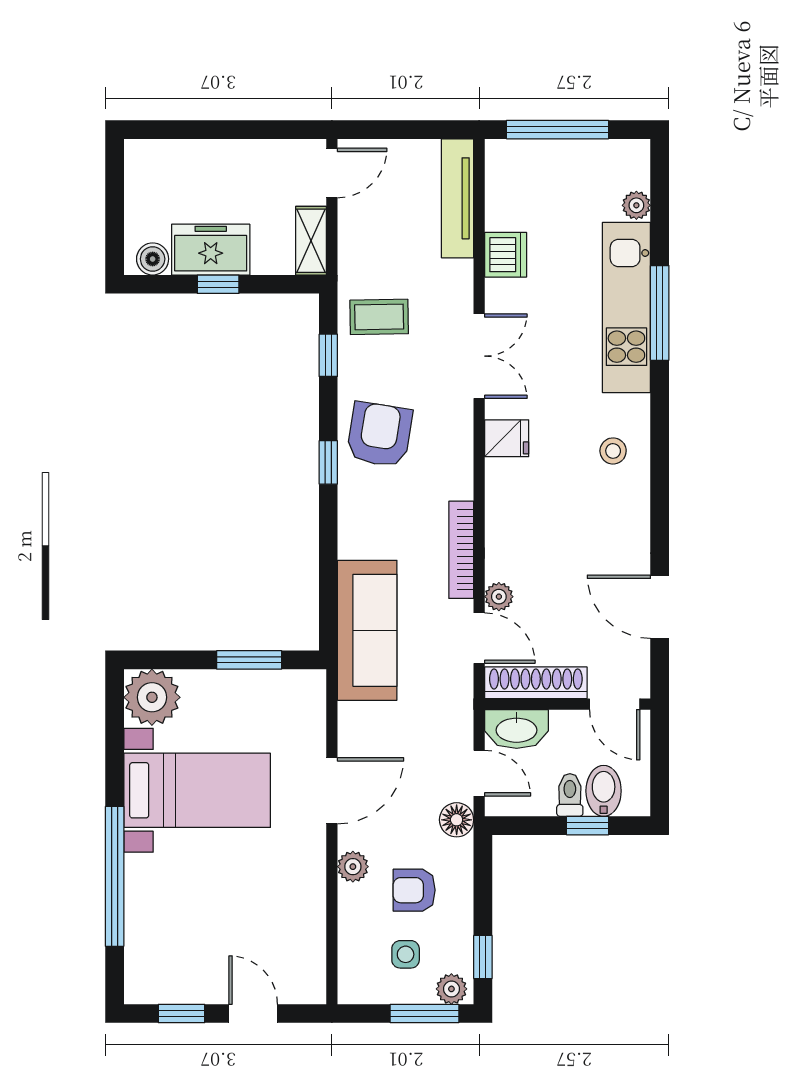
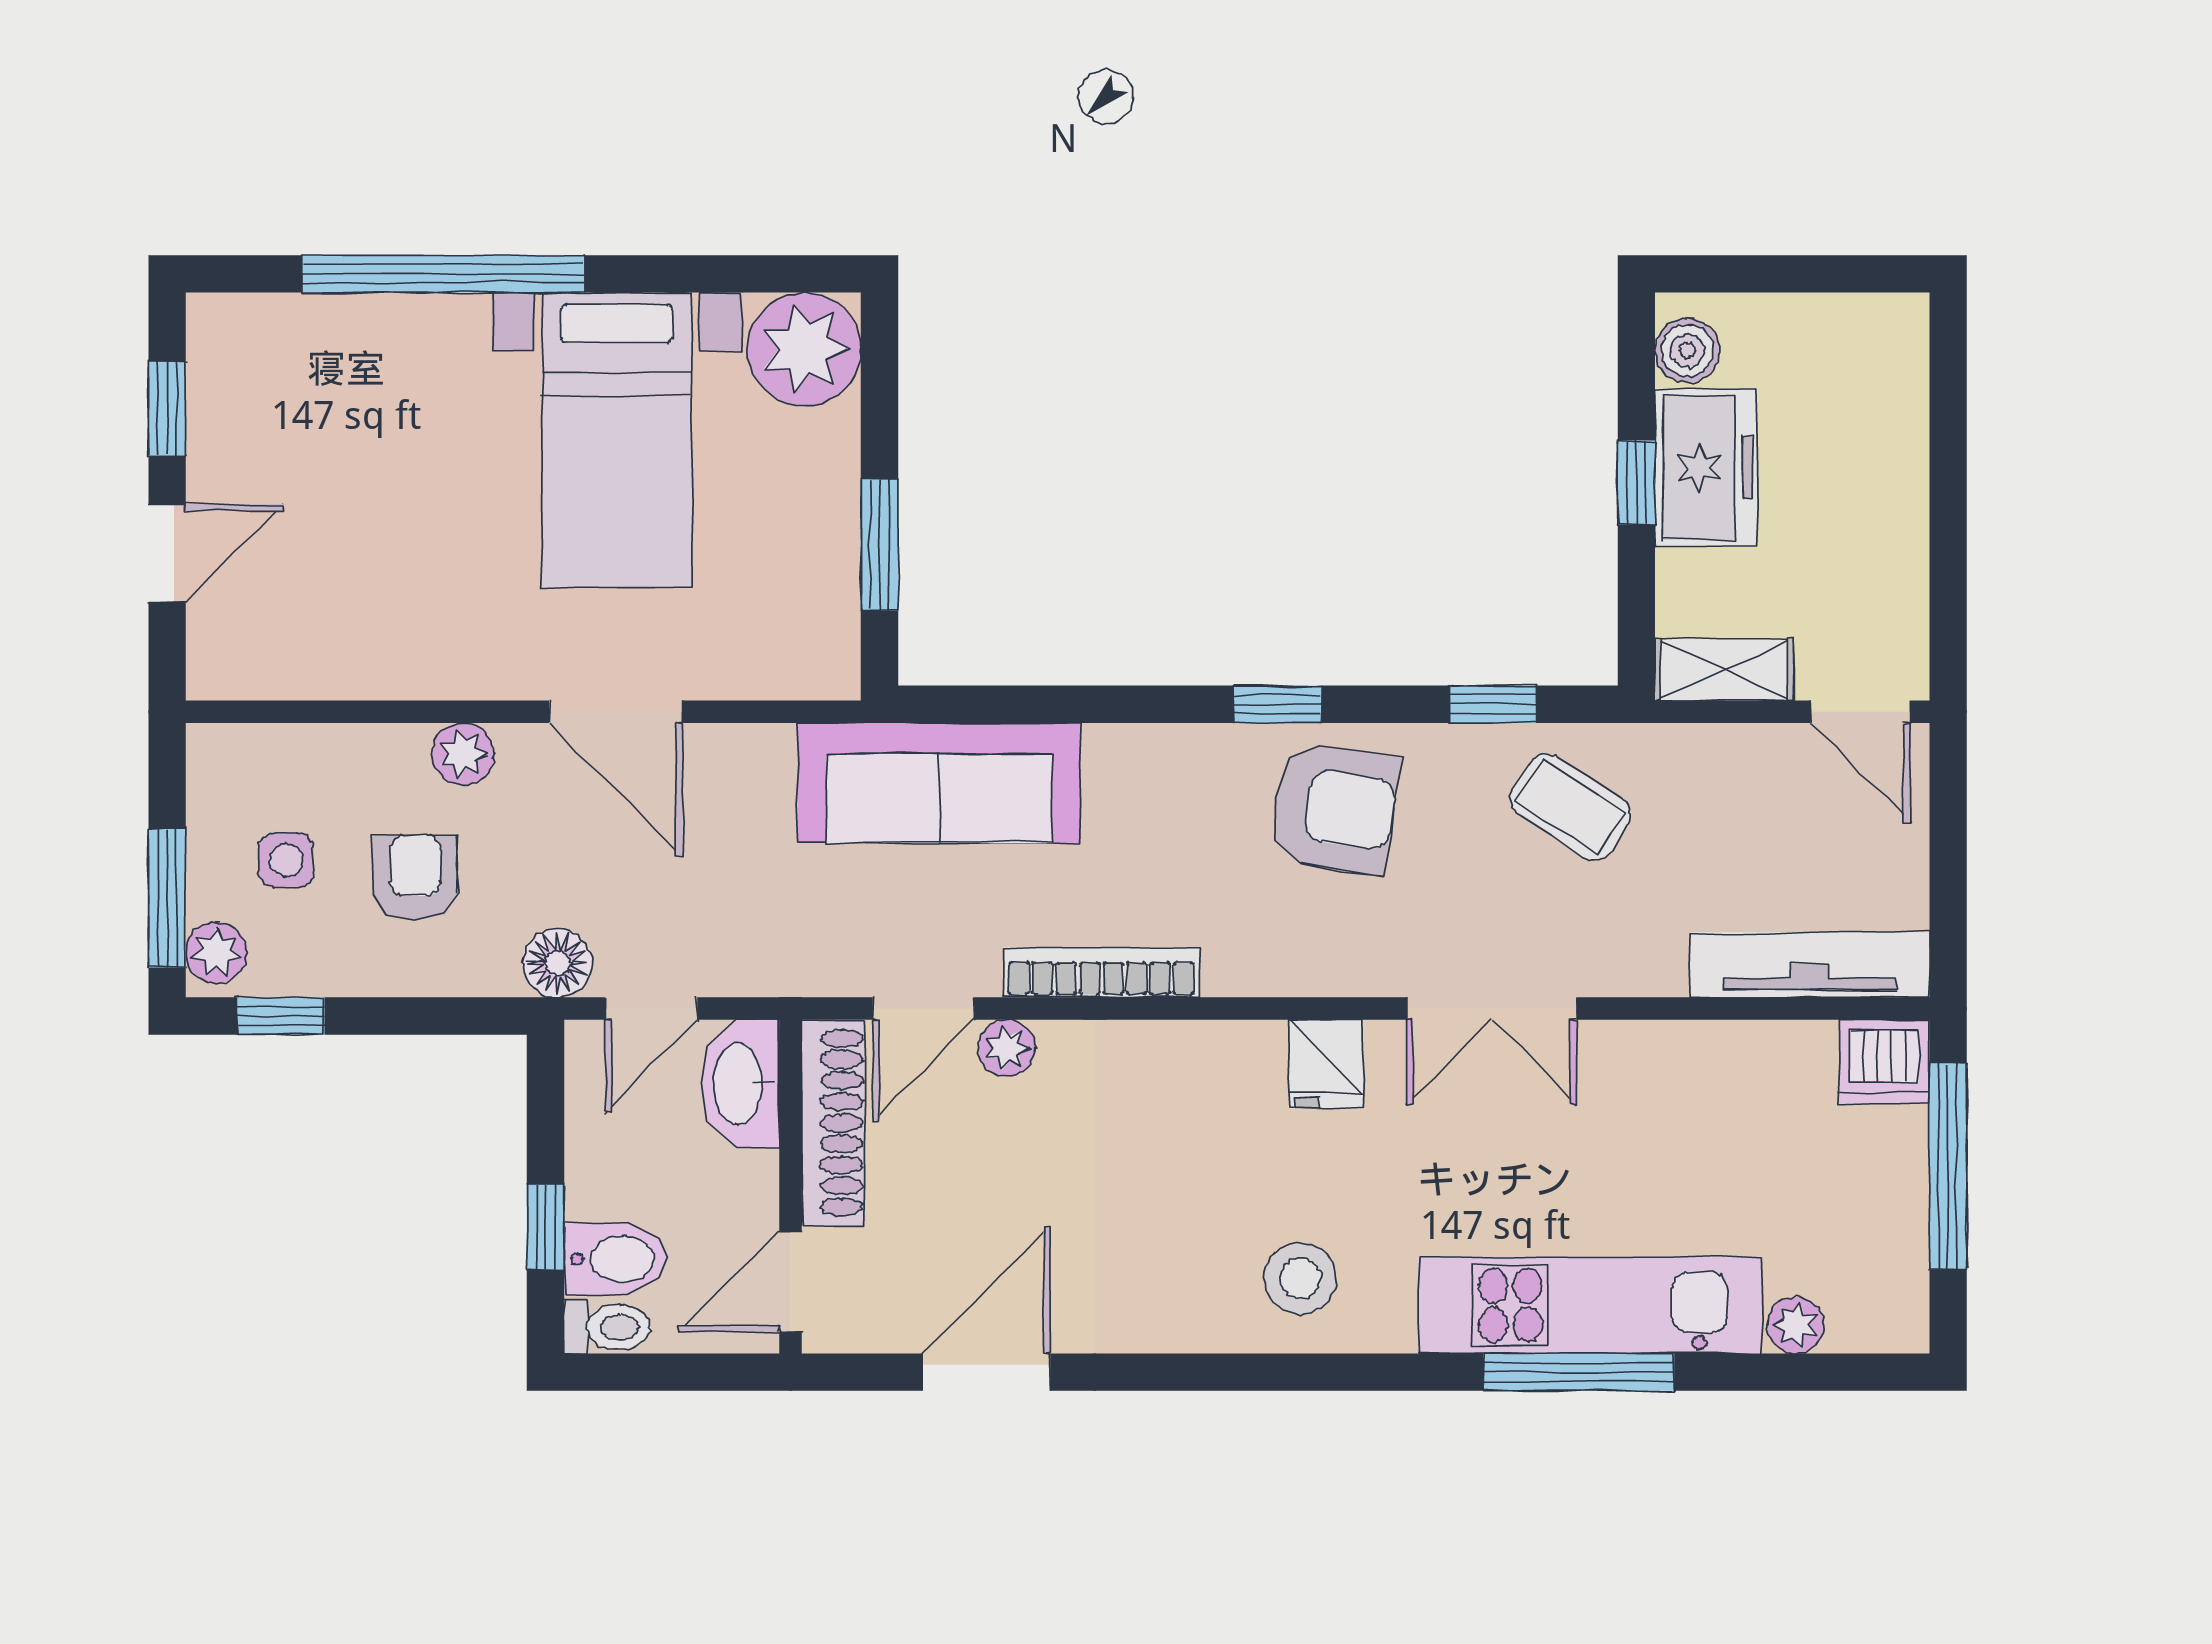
dishwasher: (506, 255) -> (1884, 1062), moved
coffee table: (379, 317) -> (1570, 807), turned -56
stool: (613, 451) -> (1300, 1278), width x1.37, depth x1.37
toilet: (570, 795) -> (607, 1327), moved

